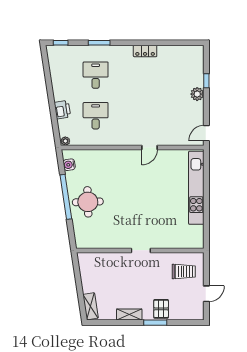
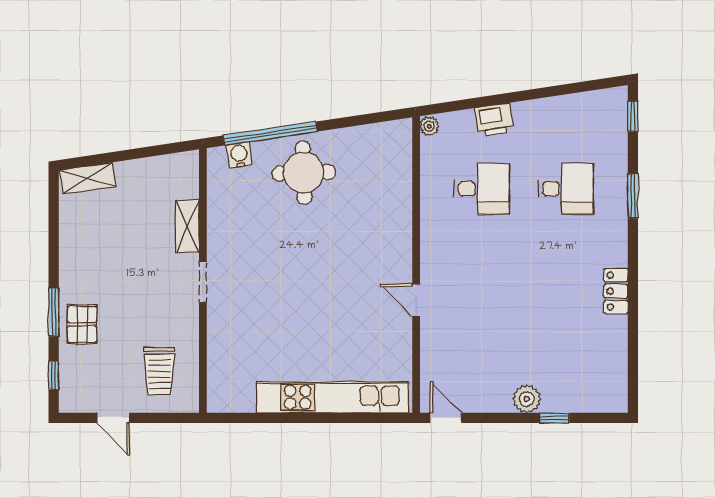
water cooler: (69, 165) -> (239, 155), moved
window: (66, 197) -> (270, 134), moved
pallet: (161, 309) -> (82, 324), turned 90
shelving: (129, 314) -> (187, 226), moved
window: (186, 323) -> (54, 376), added

